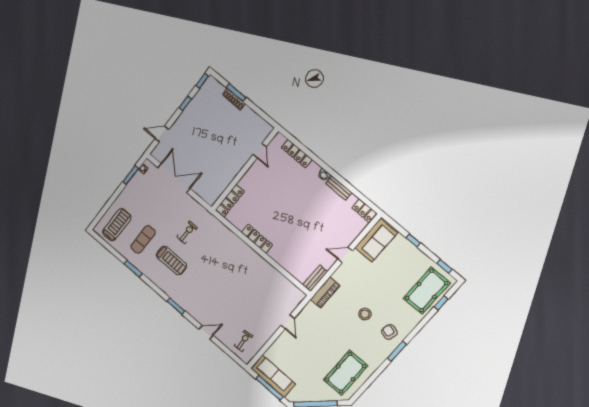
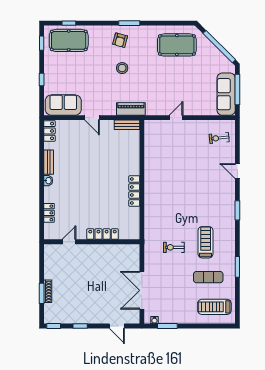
locker: (297, 154) -> (49, 213), width x0.66
locker: (230, 201) -> (103, 234), moved

